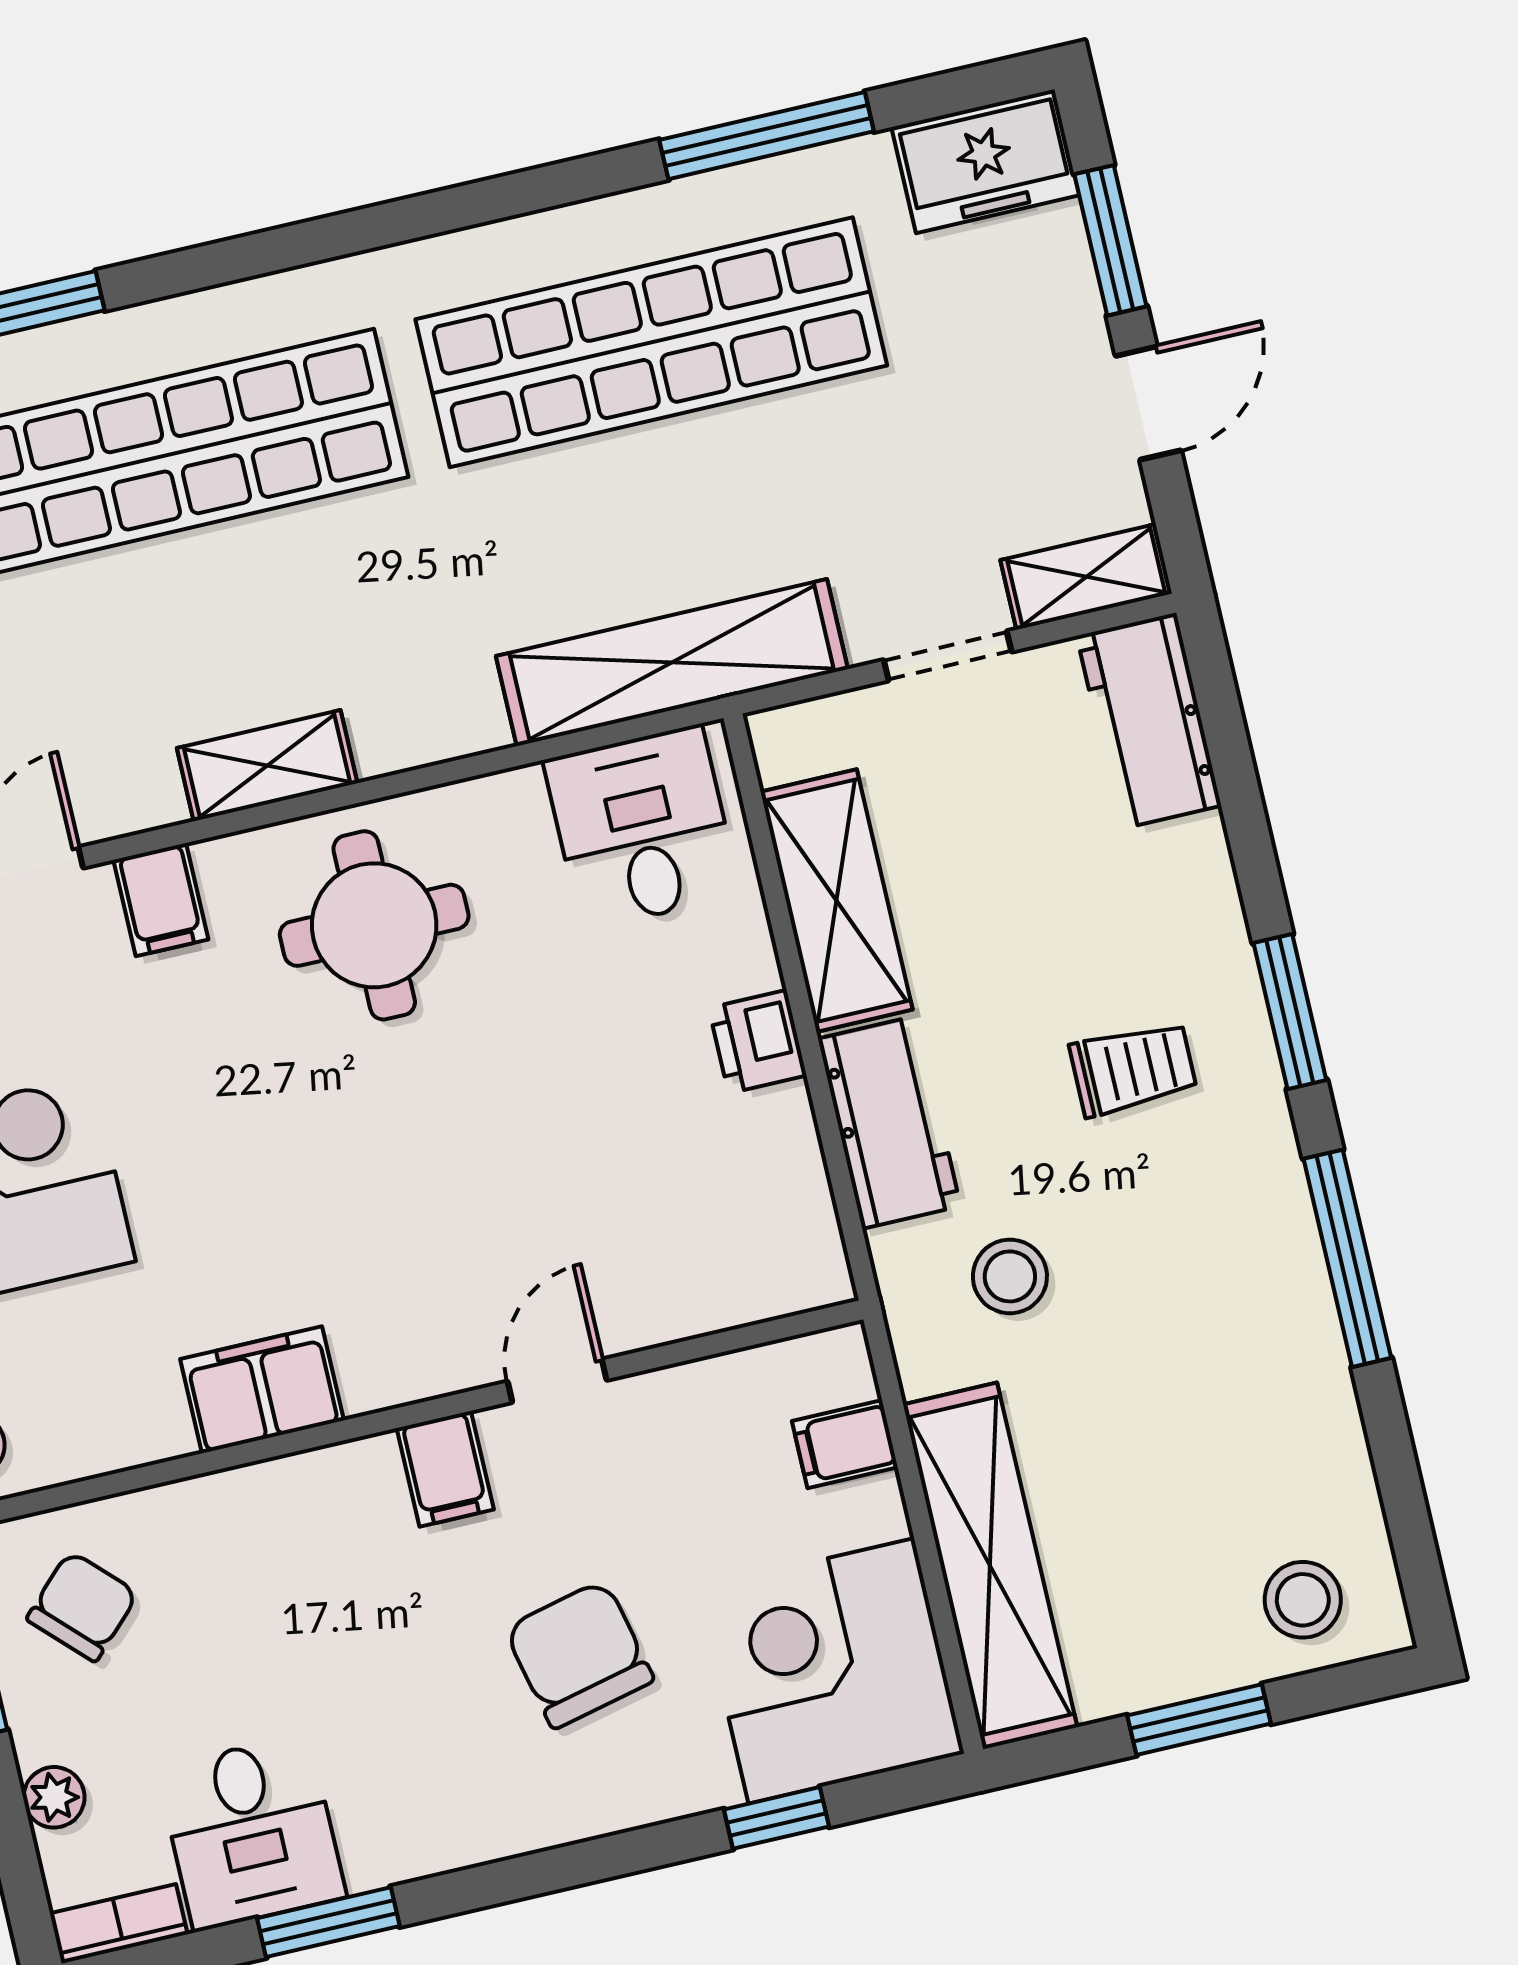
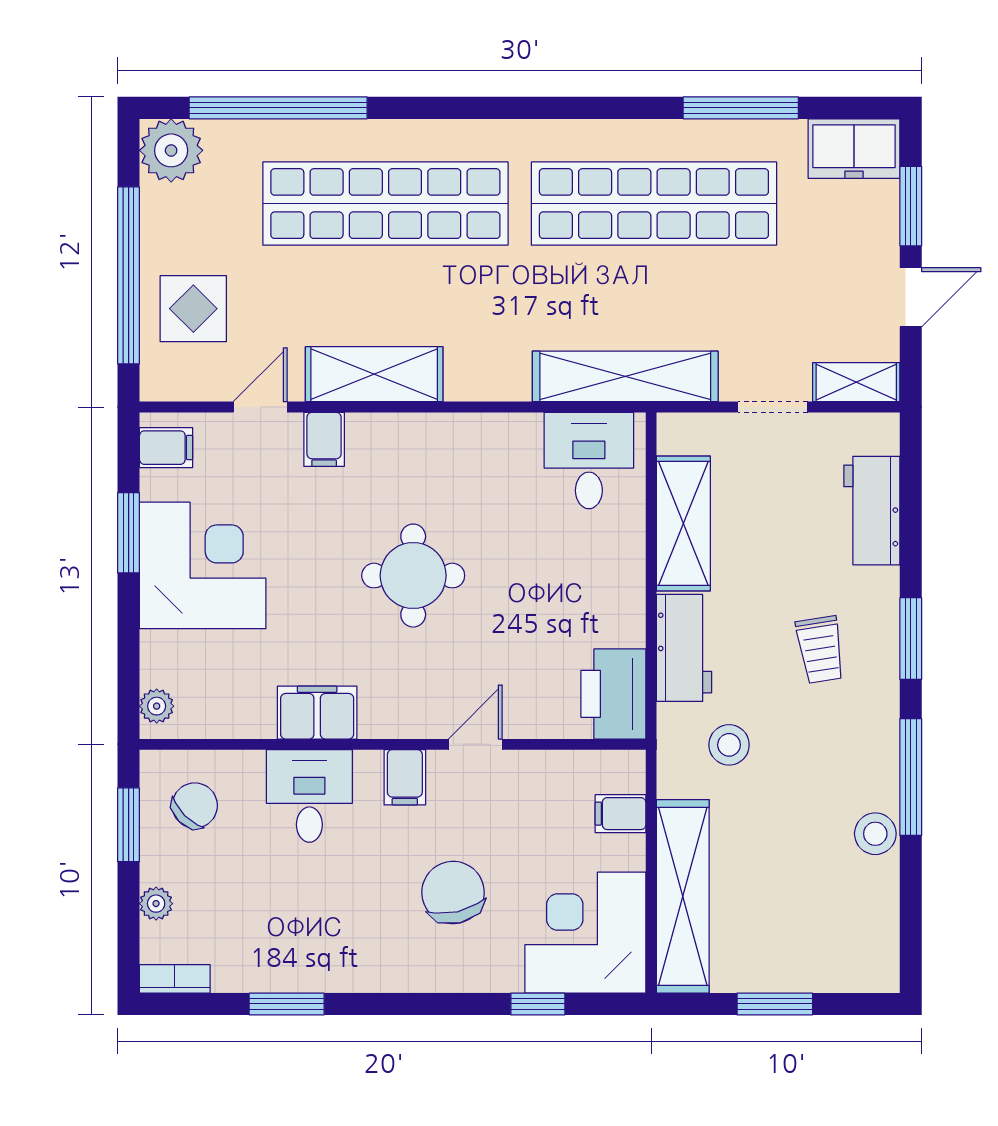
workbench: (1149, 721) -> (872, 511), moved
shelving: (267, 766) -> (374, 374), width x1.50, depth x1.33
round table: (374, 925) -> (413, 576), moved
printer: (758, 1042) -> (613, 694), moved, width x1.87, depth x1.48
trolley: (1133, 1069) -> (820, 650), turned 81
stool: (1303, 1600) -> (875, 834), moved
desk: (251, 1832) -> (309, 796), moved, turned 180

